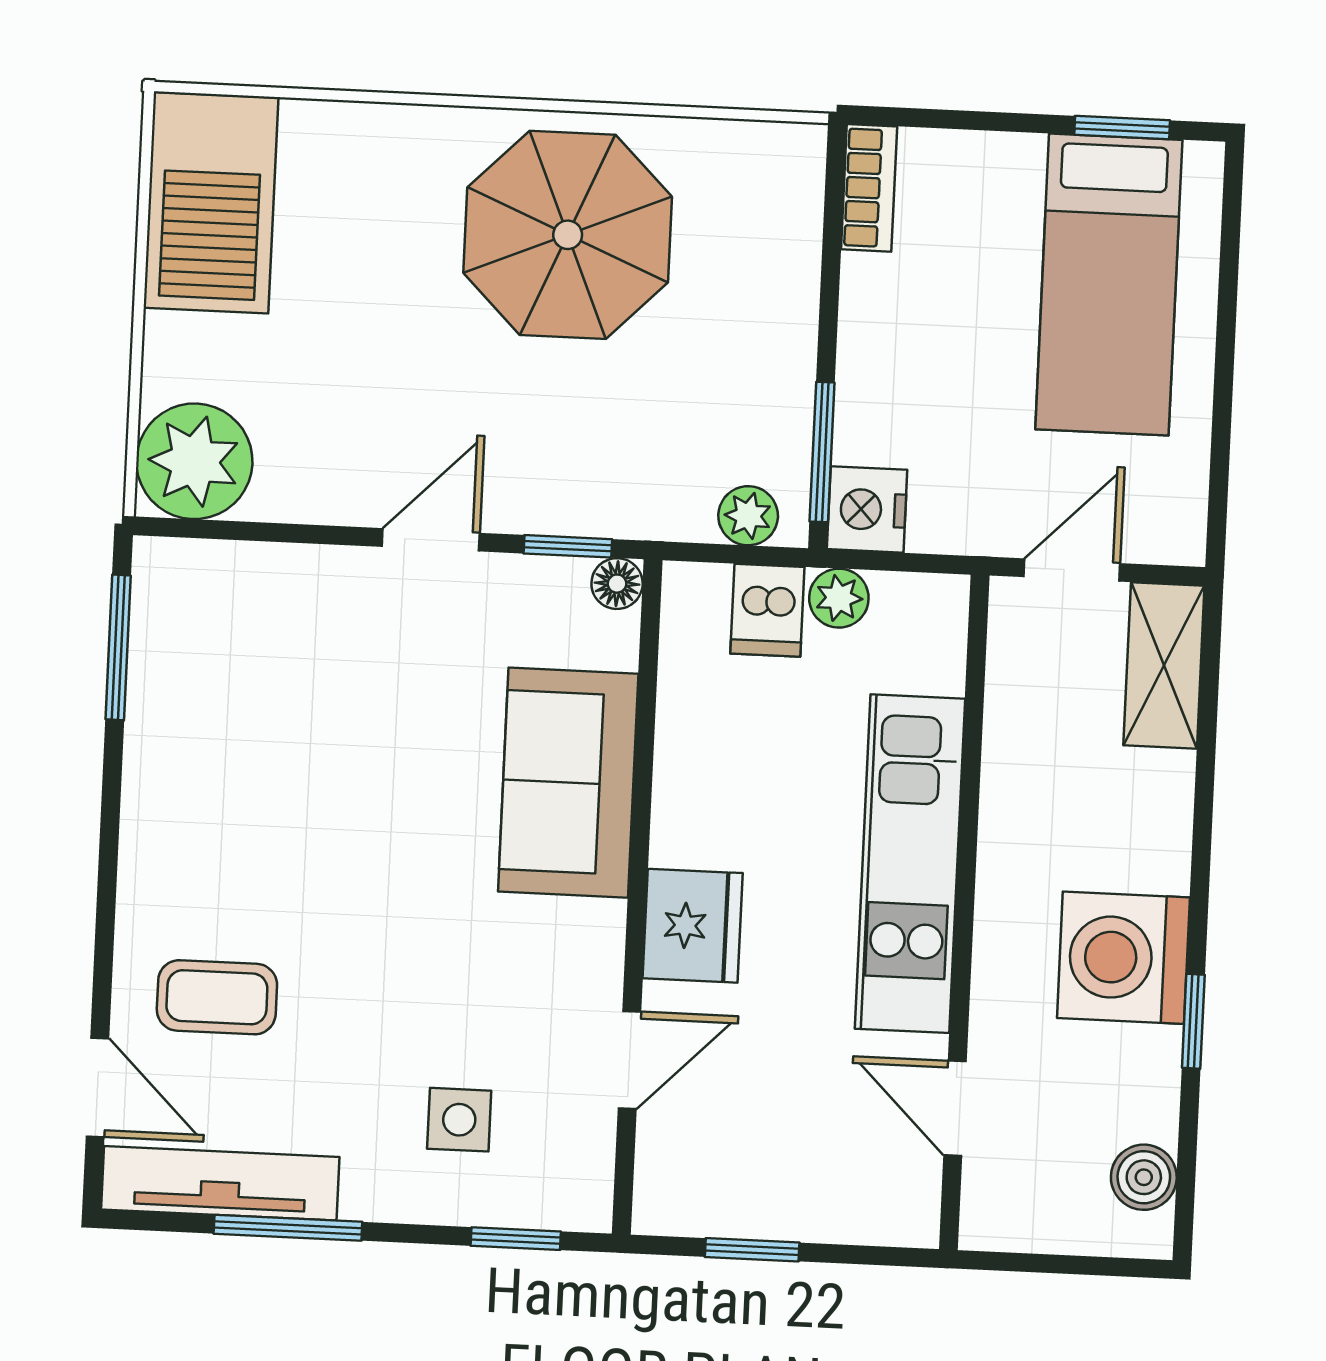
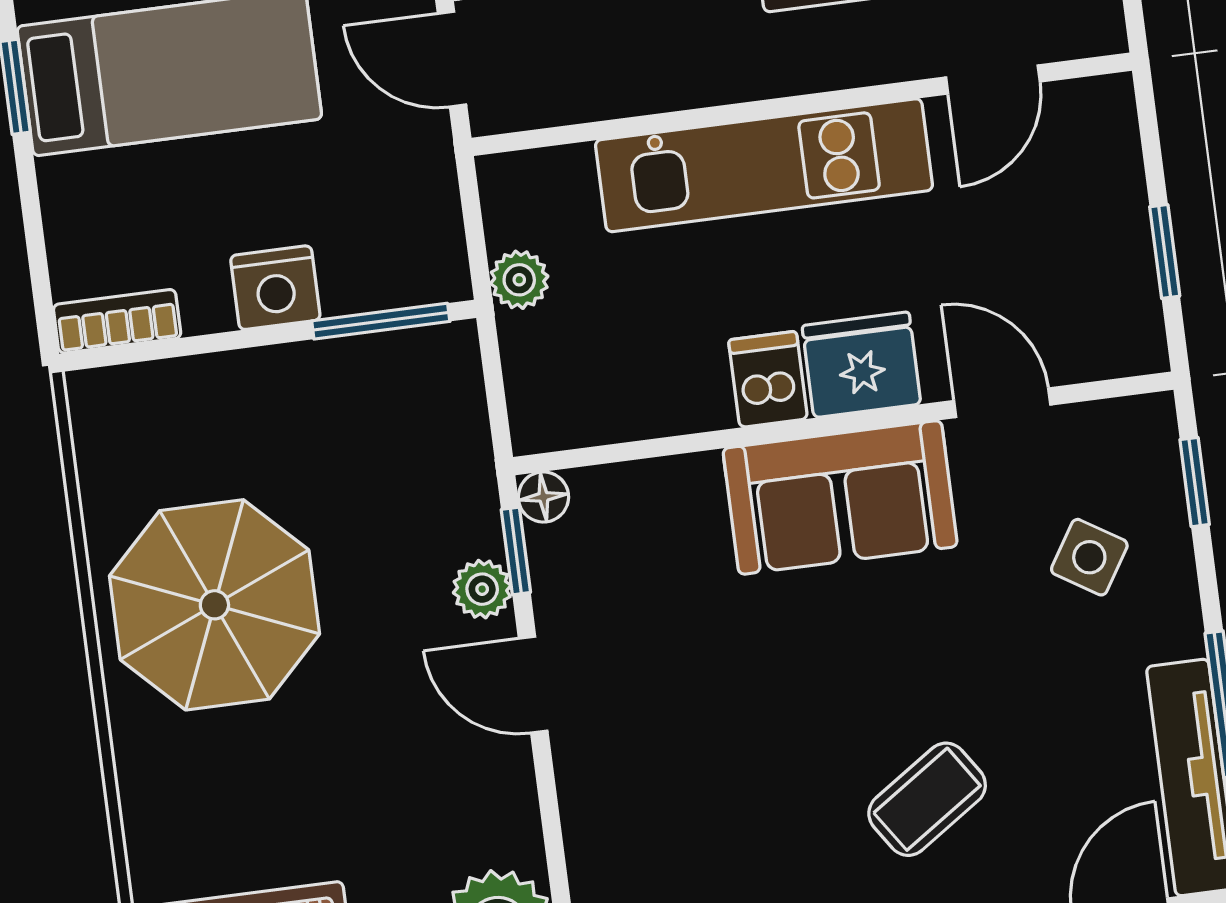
nightstand: (867, 509) -> (275, 288), moved
plant: (748, 516) -> (482, 589), moved
dishwasher: (767, 610) -> (768, 379), moved, turned -90
sofa: (568, 783) -> (840, 497), moved
coffee table: (217, 997) -> (927, 799), moved, turned 56
side table: (459, 1120) -> (1089, 557), turned 32

